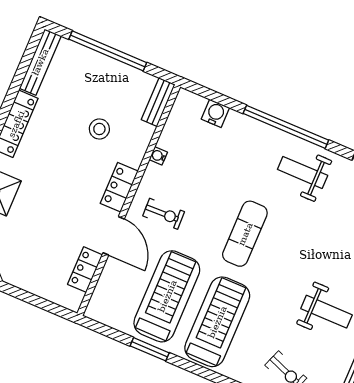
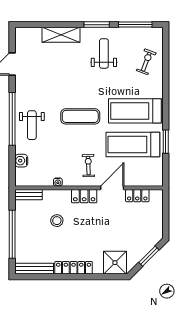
weight bench: (303, 172) -> (32, 125), moved

